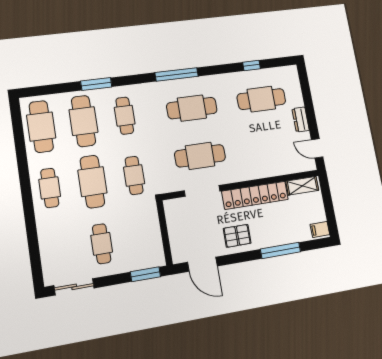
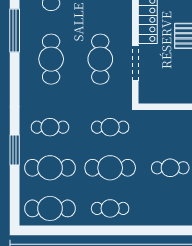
window: (177, 74) -> (15, 31), moved

